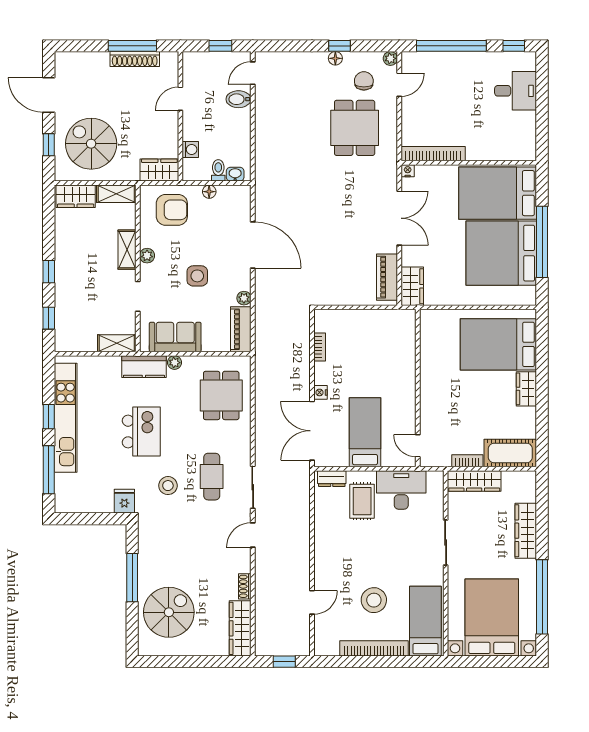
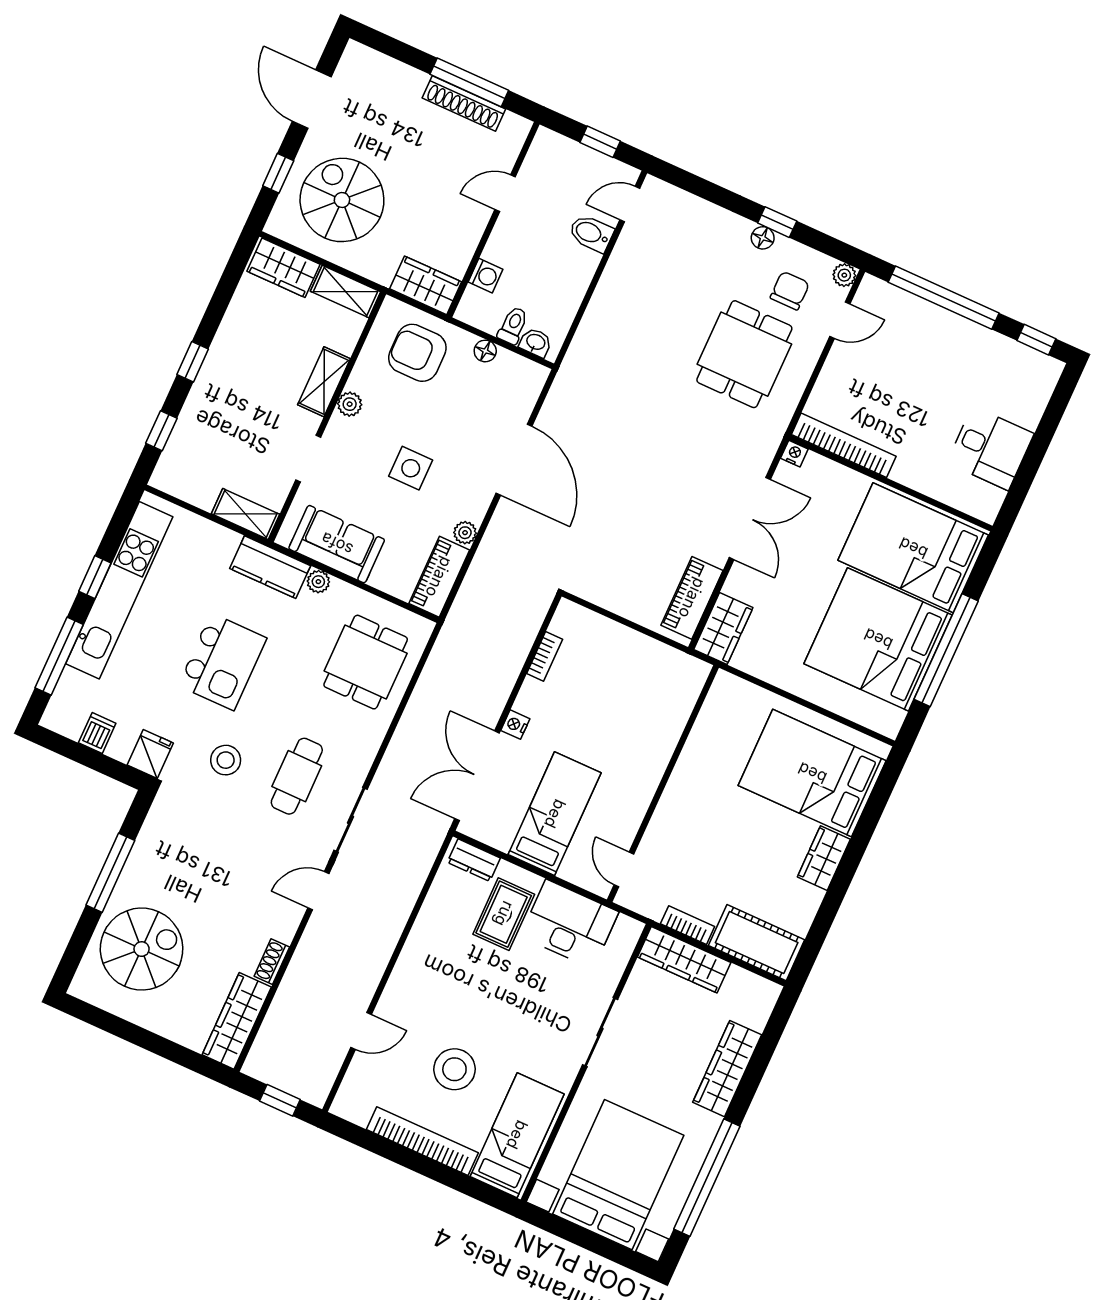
desk: (516, 91) -> (990, 448), moved
armchair: (172, 210) -> (417, 353), turned 180
dishwasher: (89, 503) -> (97, 733), added

